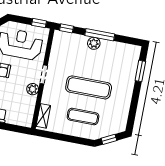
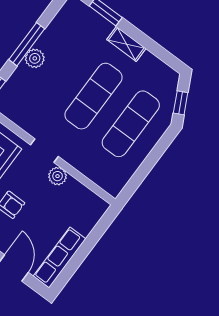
shelving: (43, 116) -> (126, 44), moved
exercise mat: (83, 117) -> (131, 124), width x1.36, depth x1.45

